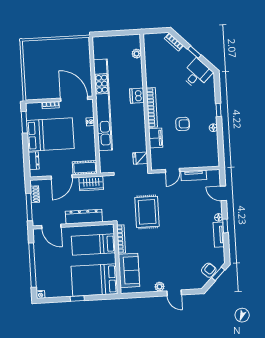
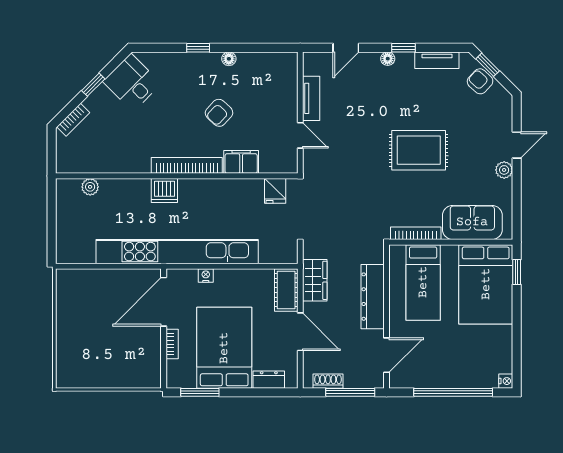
armchair: (183, 124) -> (219, 113), turned -137
rug: (147, 212) -> (419, 150), moved
tv unit: (219, 235) -> (437, 60), moved
window: (77, 298) -> (517, 272), moved

